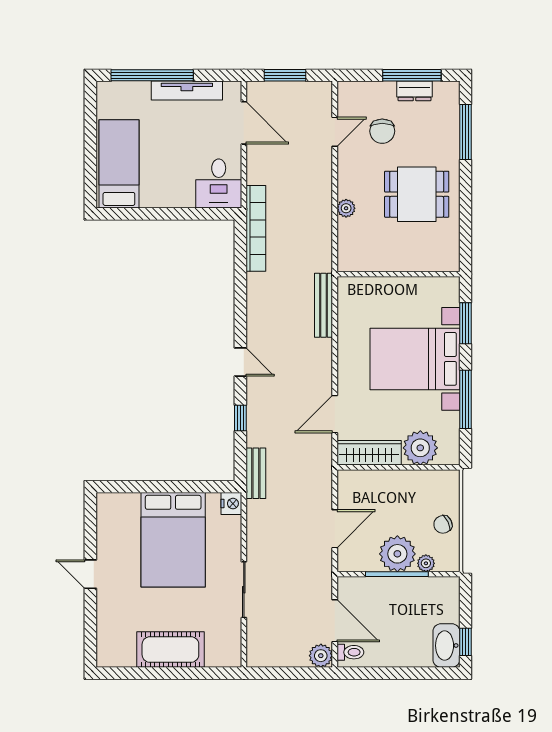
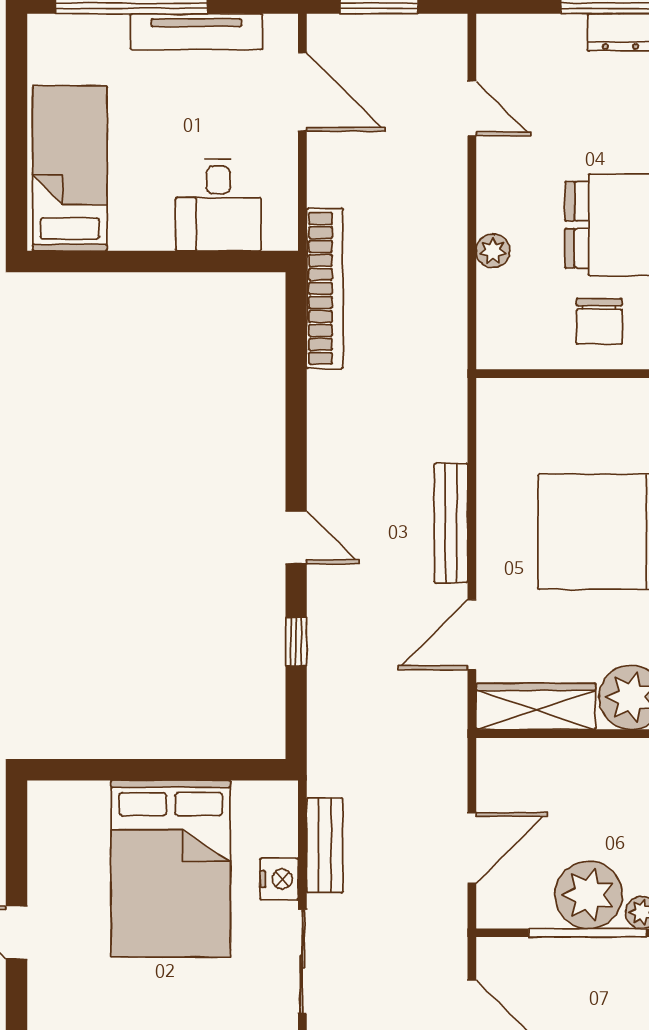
chair: (382, 131) -> (599, 321), moved
door: (335, 132) -> (472, 108), hinge flipped
desk: (219, 184) -> (218, 205), moved
bench: (324, 305) -> (451, 523), moved
bench: (256, 473) -> (325, 845), moved
nightstand: (231, 504) -> (279, 879), moved

